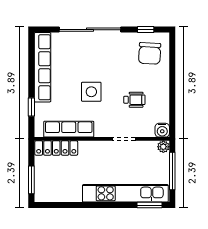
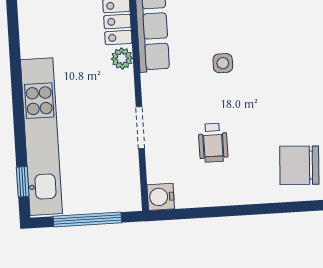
side table: (91, 92) -> (223, 63), width x0.54, depth x0.54
plant: (163, 147) -> (122, 58), moved
window: (149, 205) -> (23, 182), width x0.67

